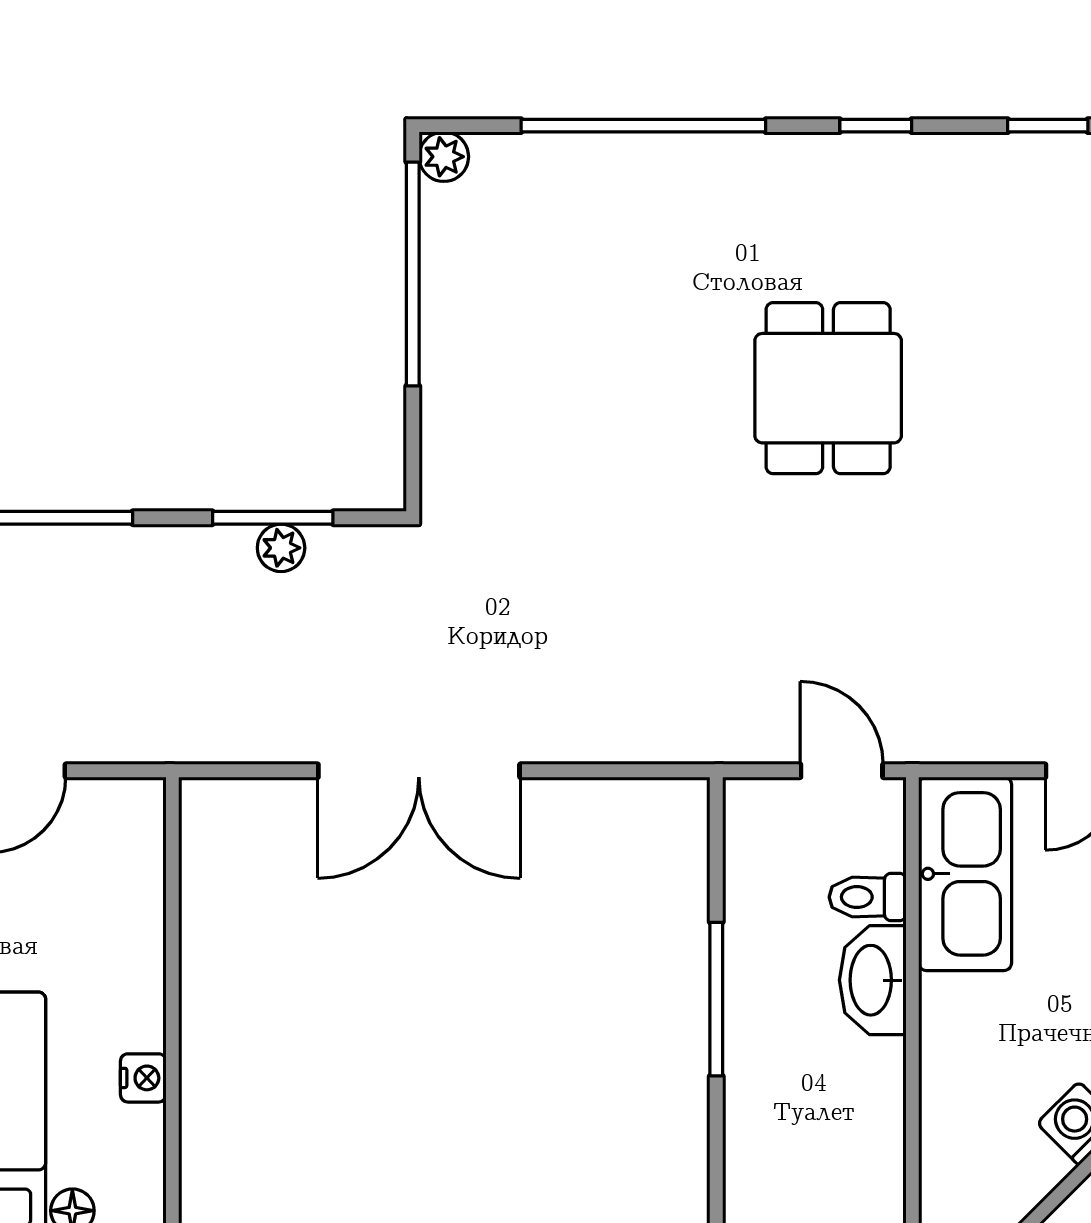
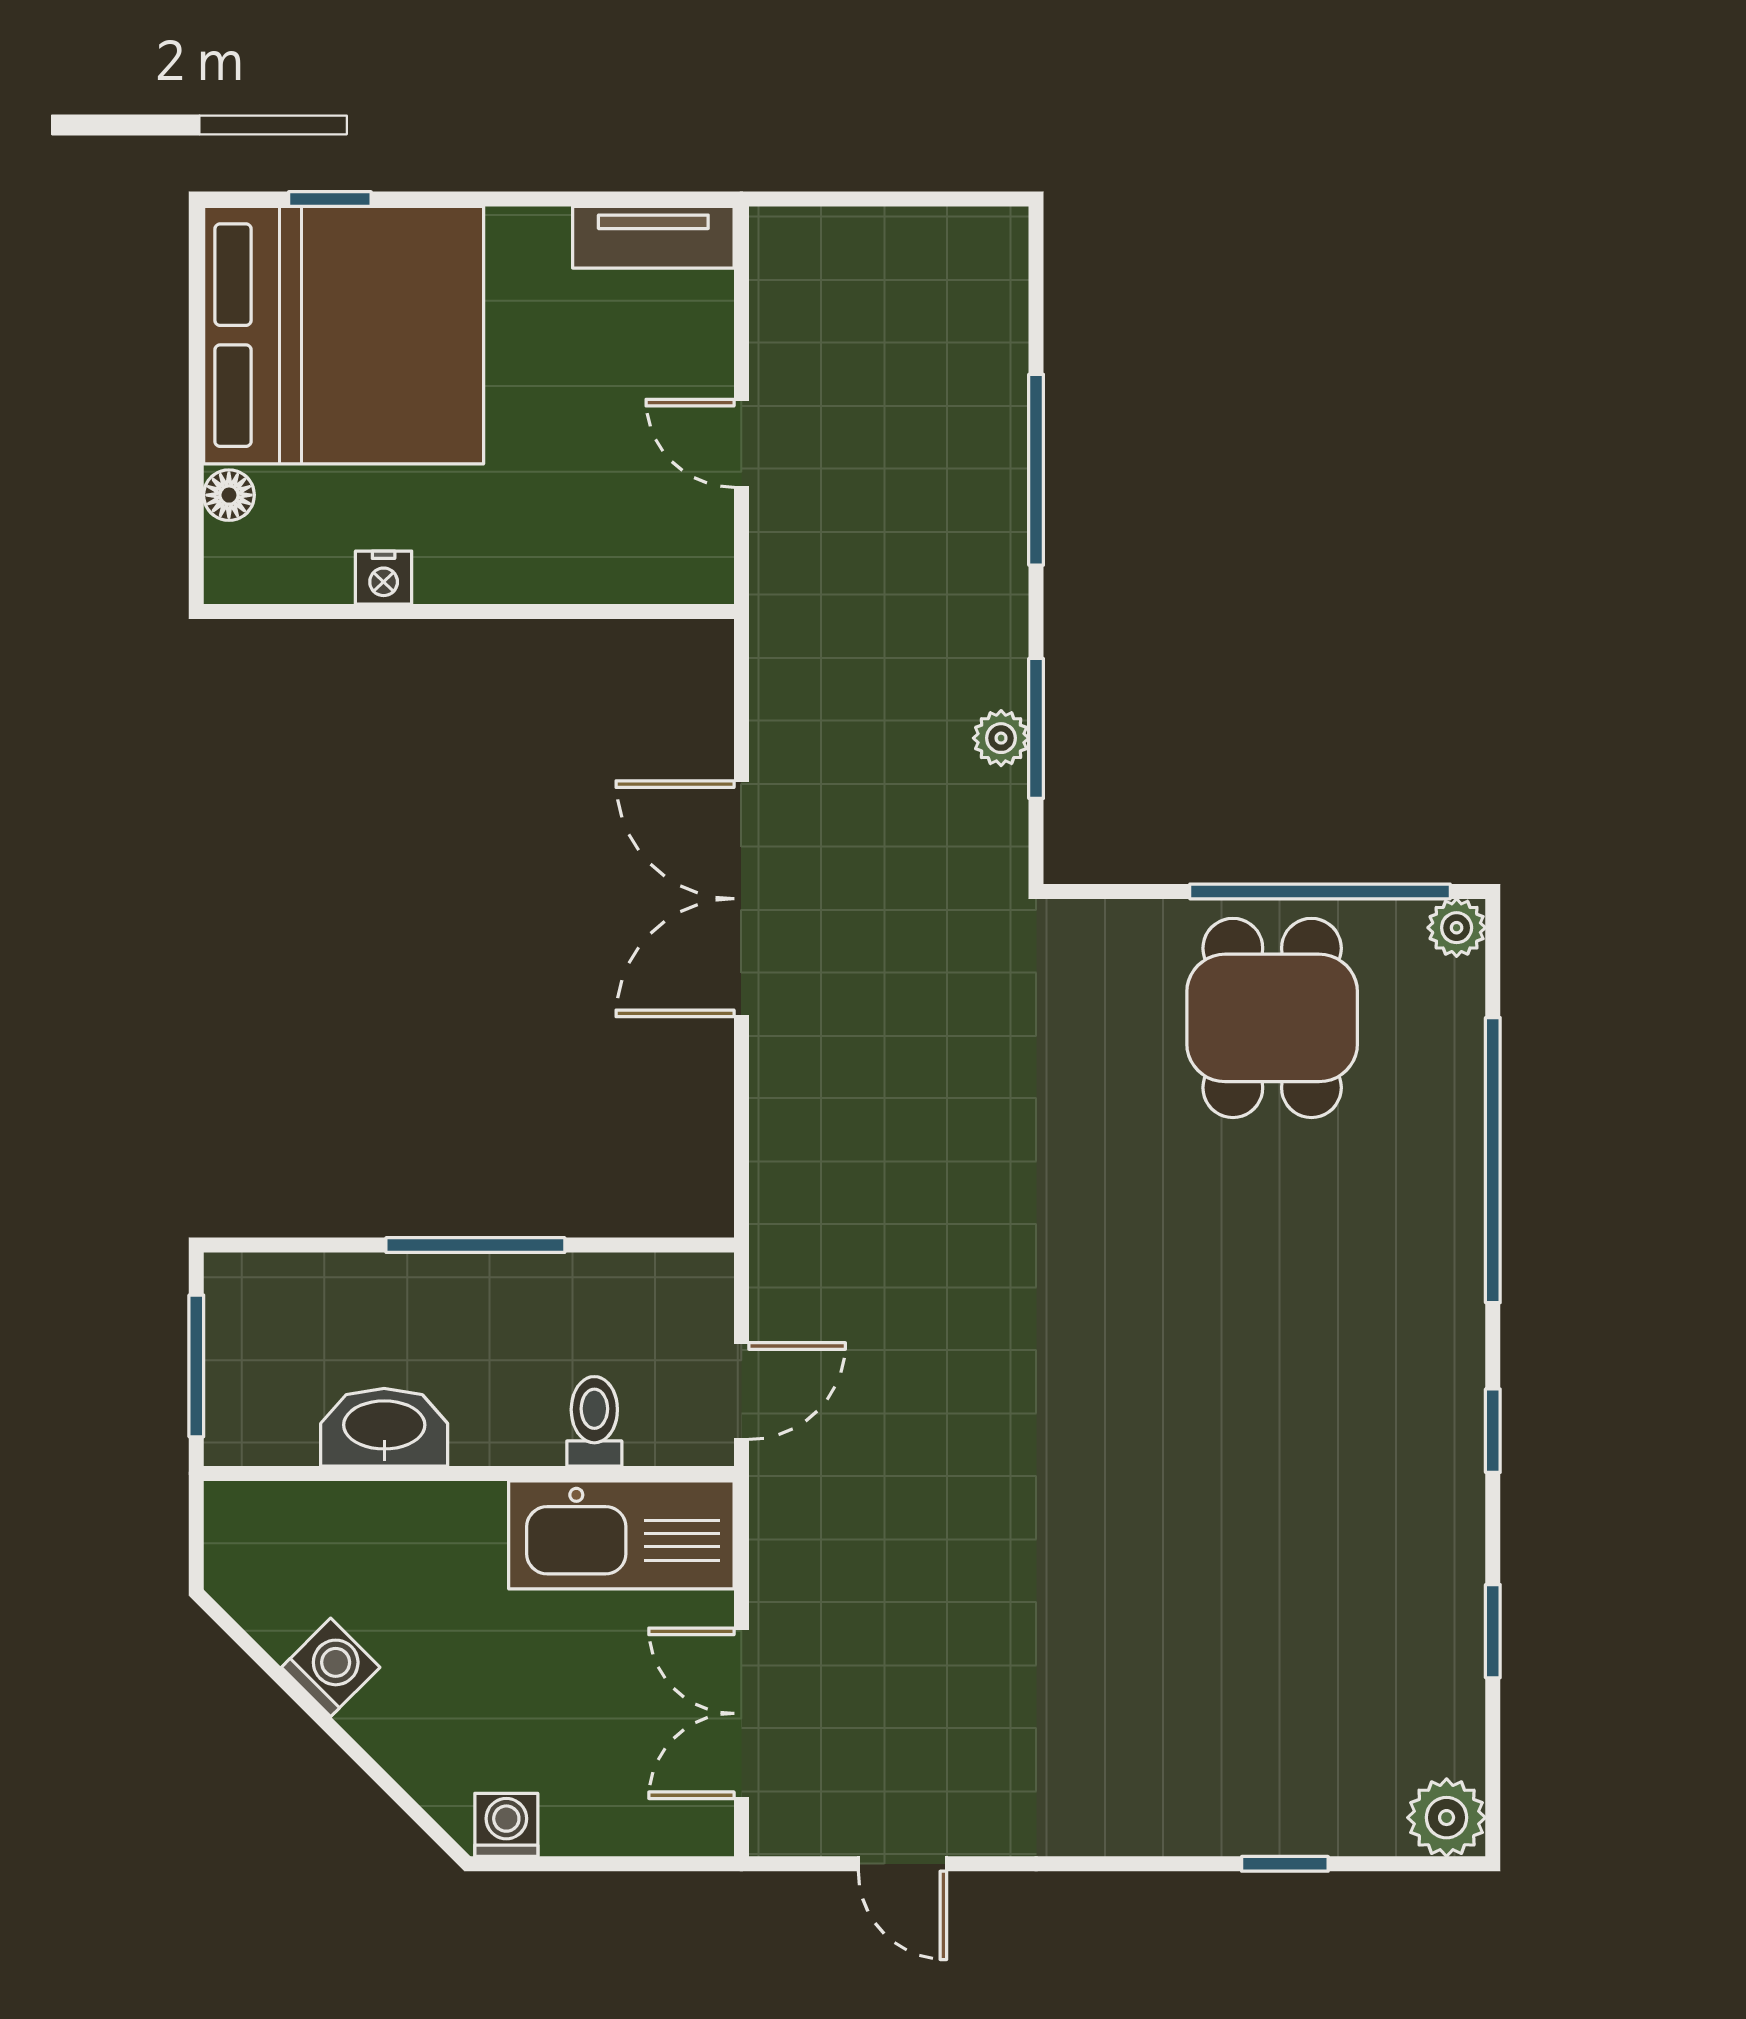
dining table: (828, 388) -> (1272, 1018), moved, turned 90
washbasin: (873, 980) -> (384, 1427), moved

